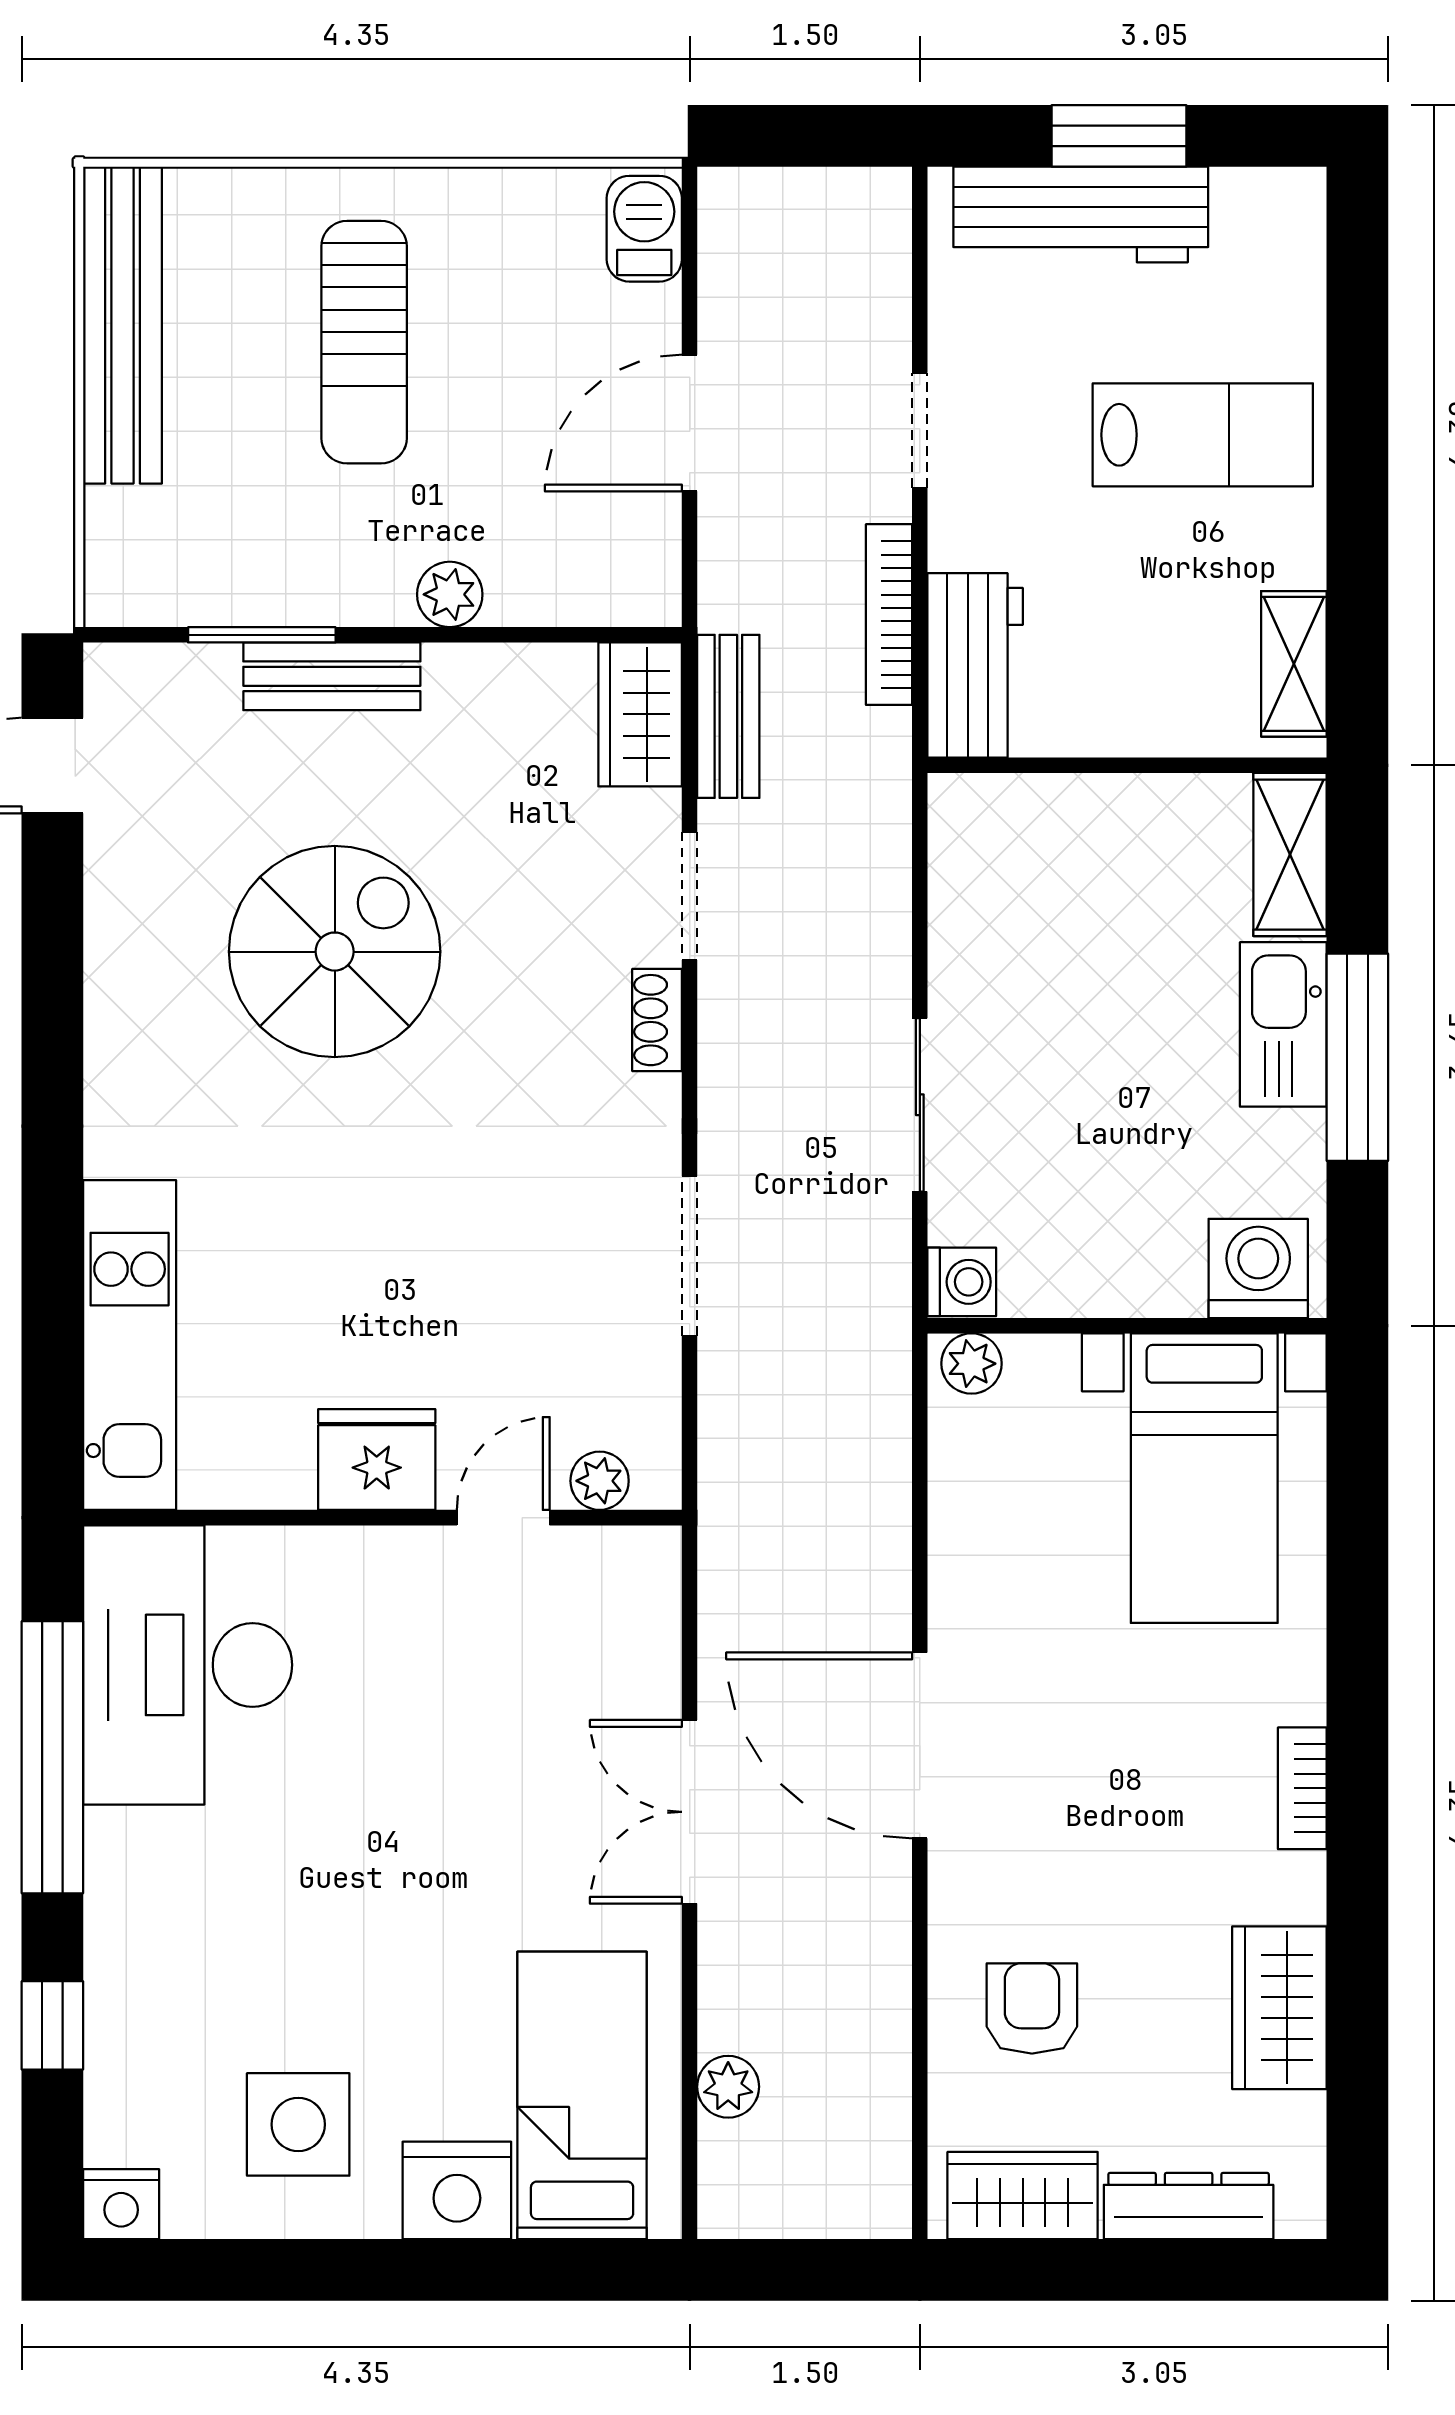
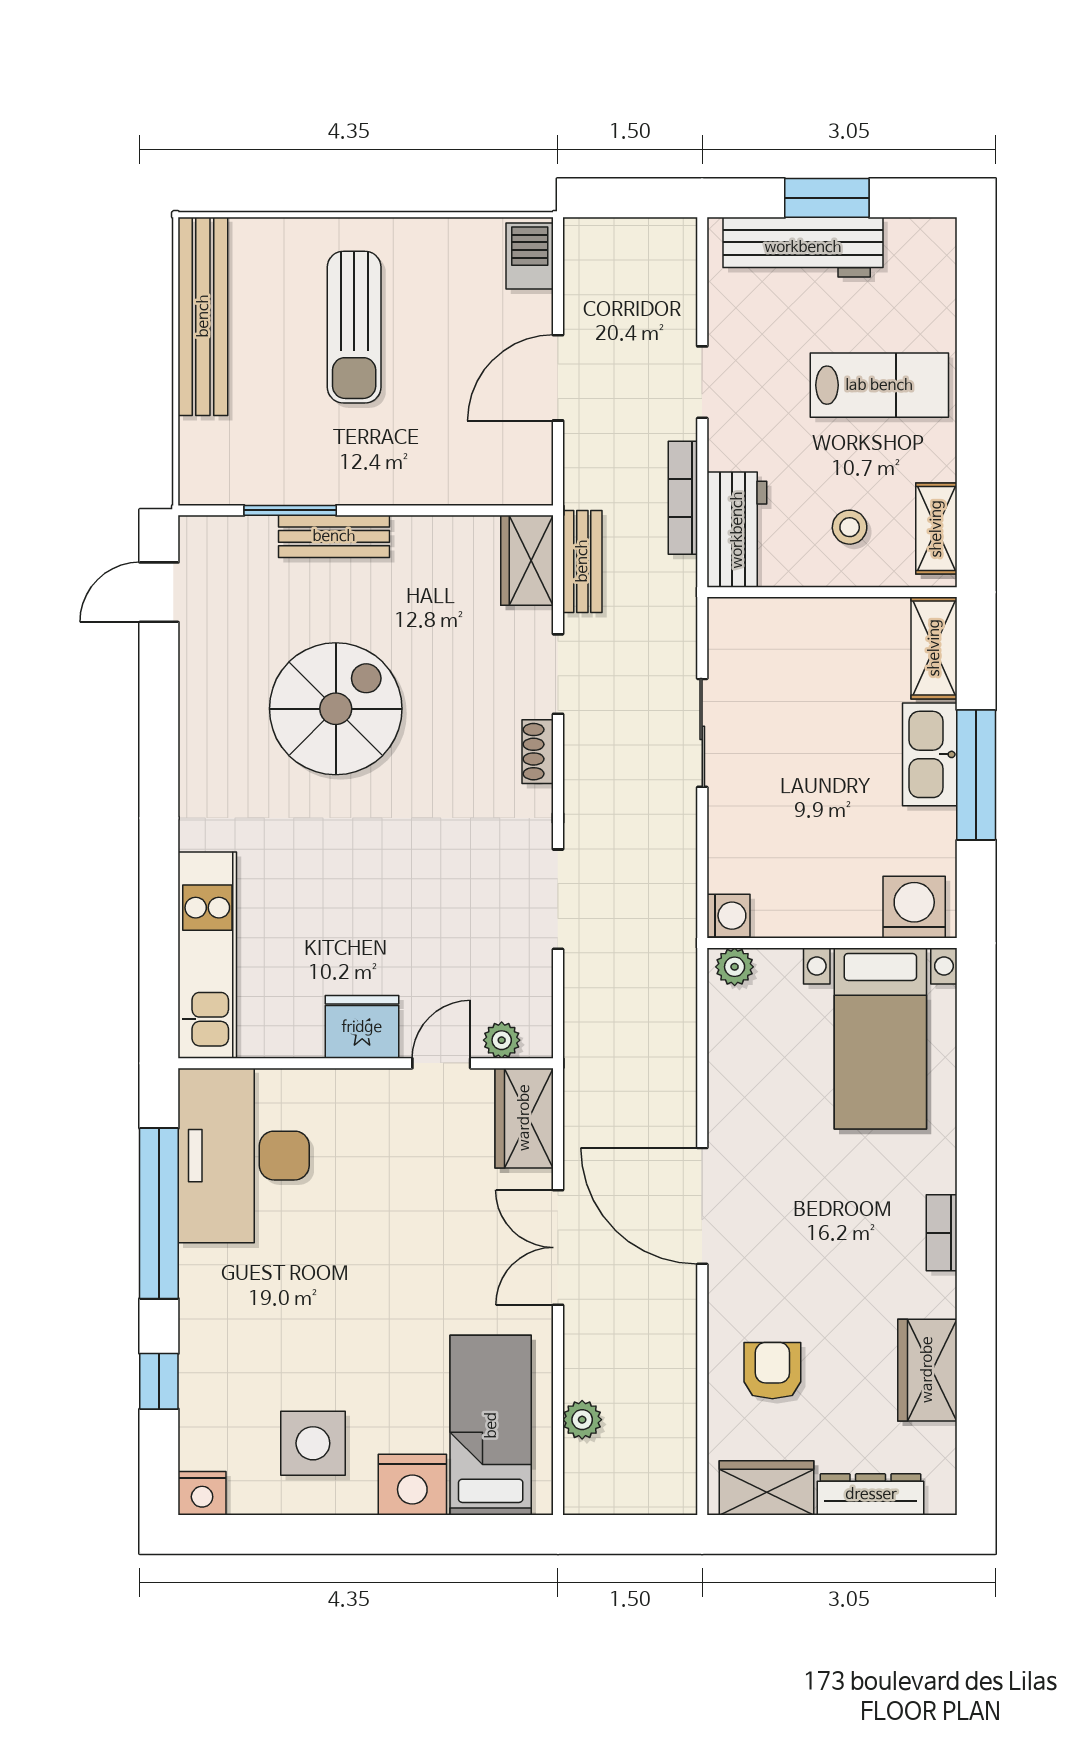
plant: (450, 594) -> (408, 485), removed
stool: (1155, 662) -> (850, 527), added
sliding door: (920, 1105) -> (702, 733), moved
wardrobe: (636, 1605) -> (524, 1118), added

